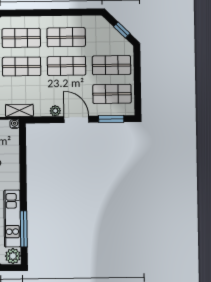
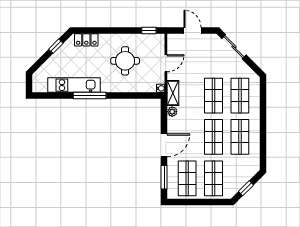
plant: (55, 111) -> (172, 112), moved
window: (24, 229) -> (90, 96), moved
plant: (13, 256) -> (40, 85), removed

